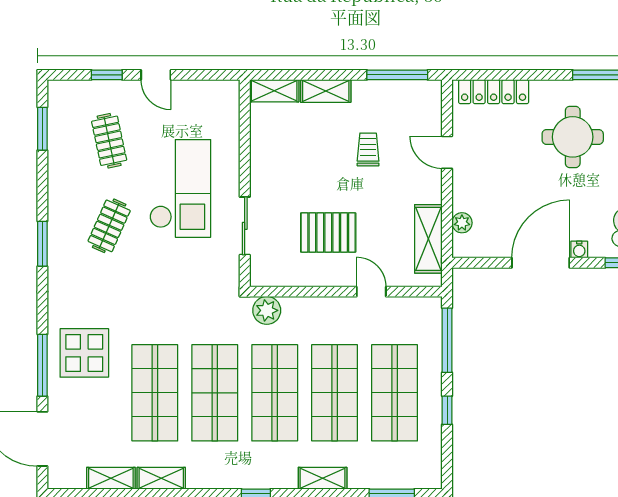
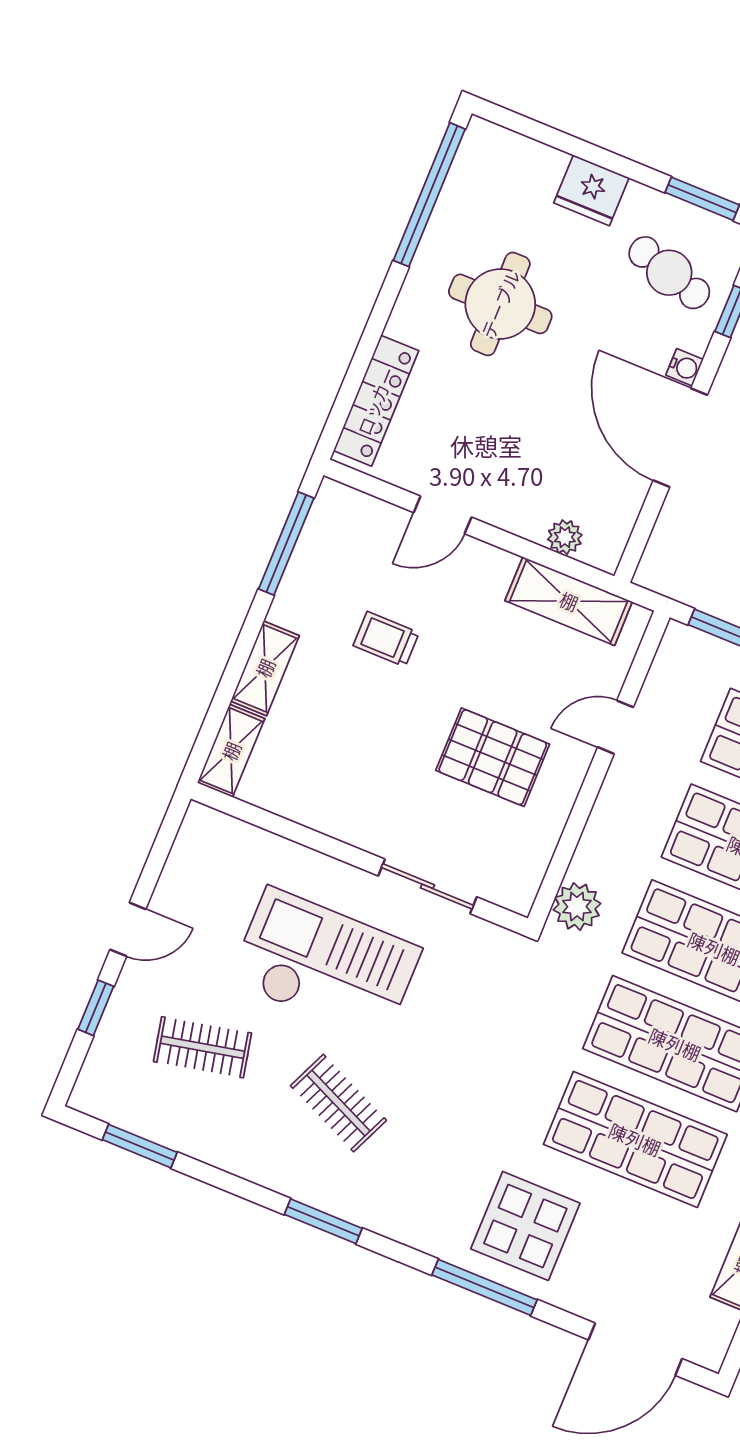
pallet: (328, 232) -> (493, 757), turned 90
window: (42, 365) -> (484, 1287), moved

